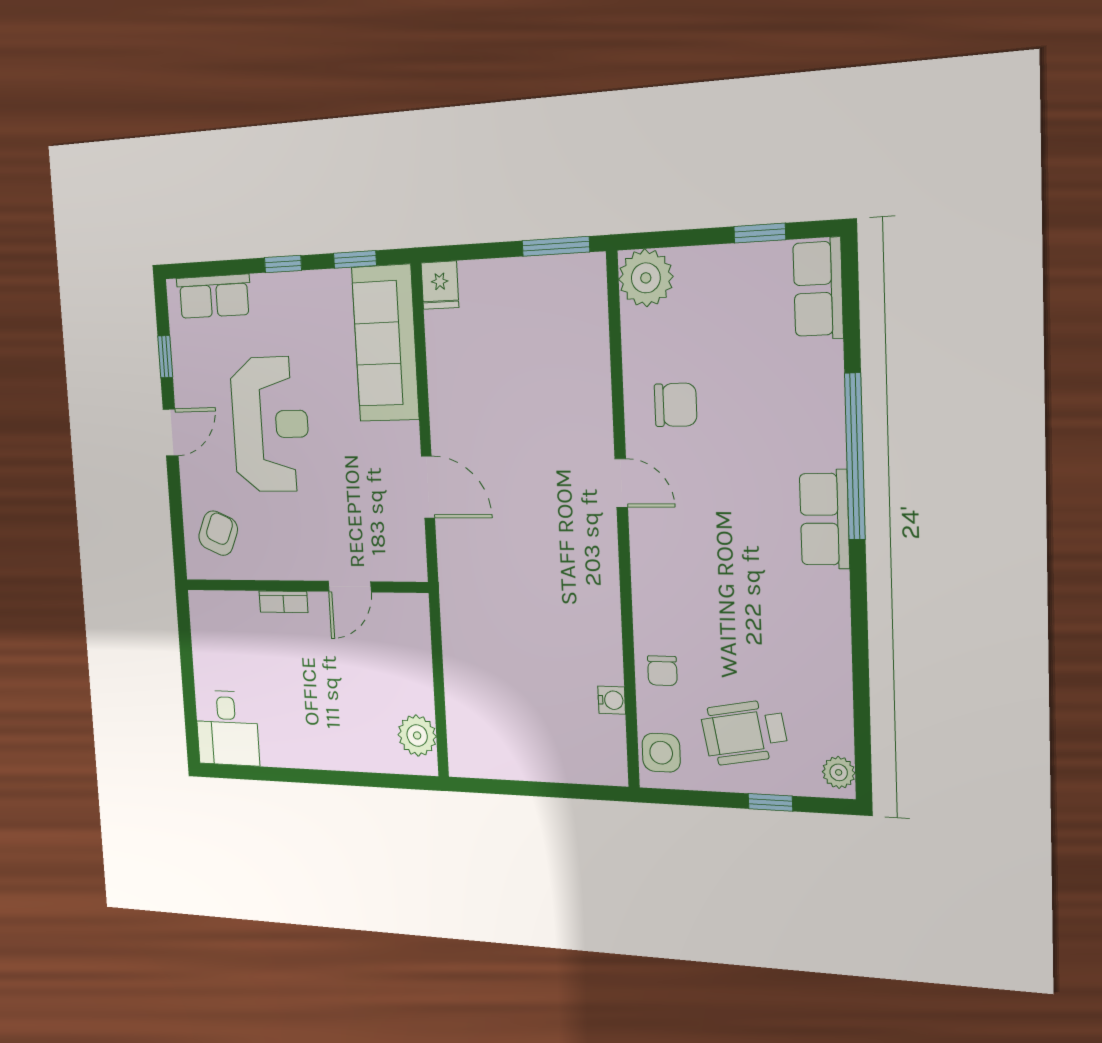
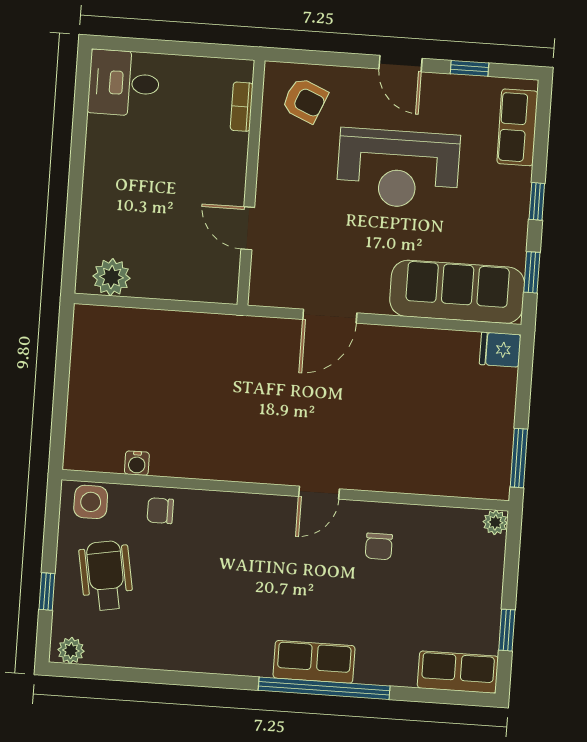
plant: (646, 278) -> (495, 522), width x0.53, depth x0.53
chair: (676, 405) -> (379, 546), width x0.73, depth x0.73
row of seats: (824, 519) -> (314, 662), moved
bookcase: (283, 602) -> (242, 107), moved

